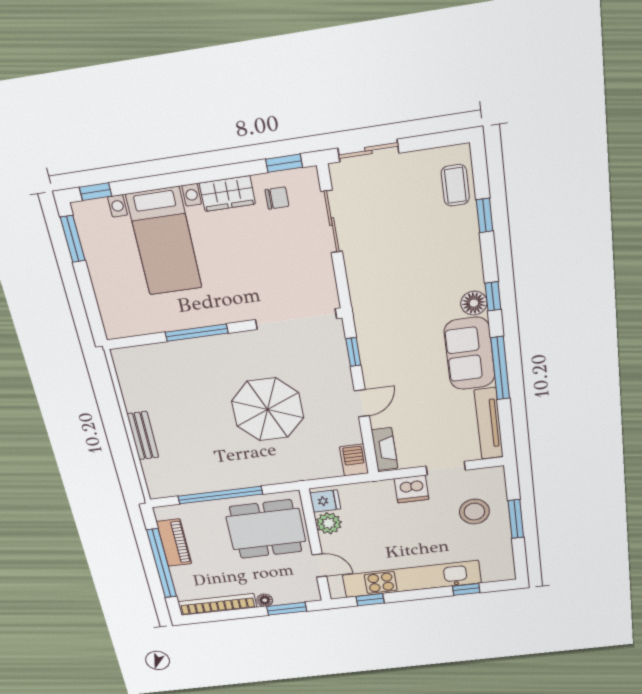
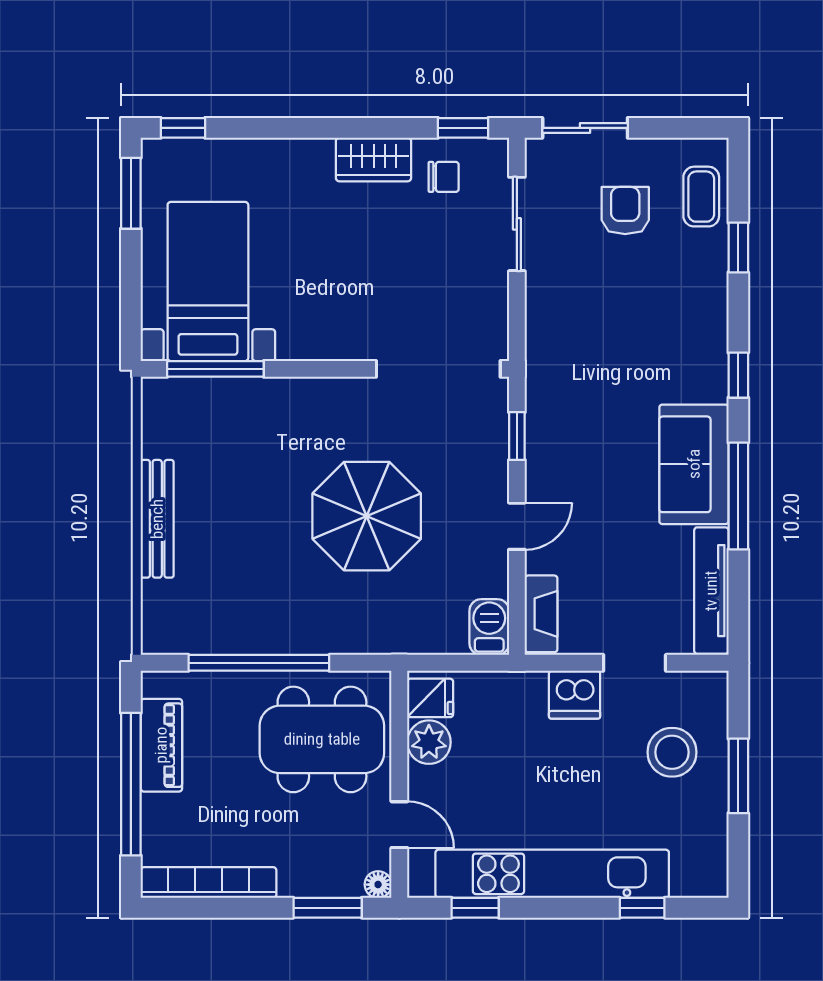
armchair: (404, 202) -> (625, 211), added
bed with nightstands: (164, 241) -> (208, 281), moved, turned 180
floor lamp: (474, 303) -> (709, 382), removed
window: (197, 333) -> (215, 369), moved
bench: (143, 436) -> (157, 519), width x1.36
floor lamp: (265, 600) -> (378, 885), moved

